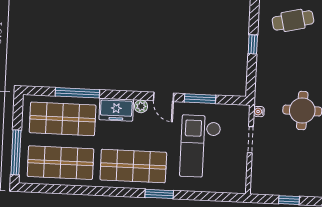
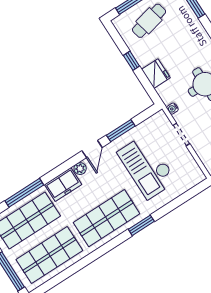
fridge: (266, 71) -> (156, 74), added
door: (164, 97) -> (92, 149), hinge flipped

